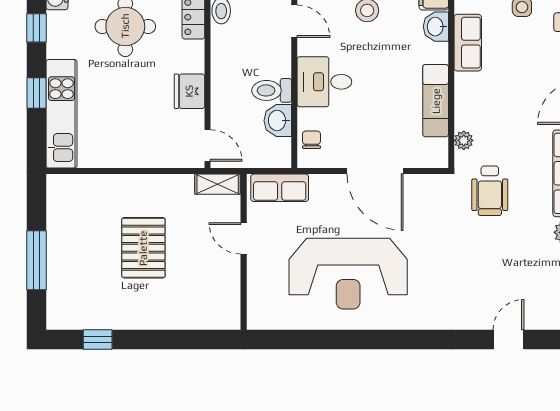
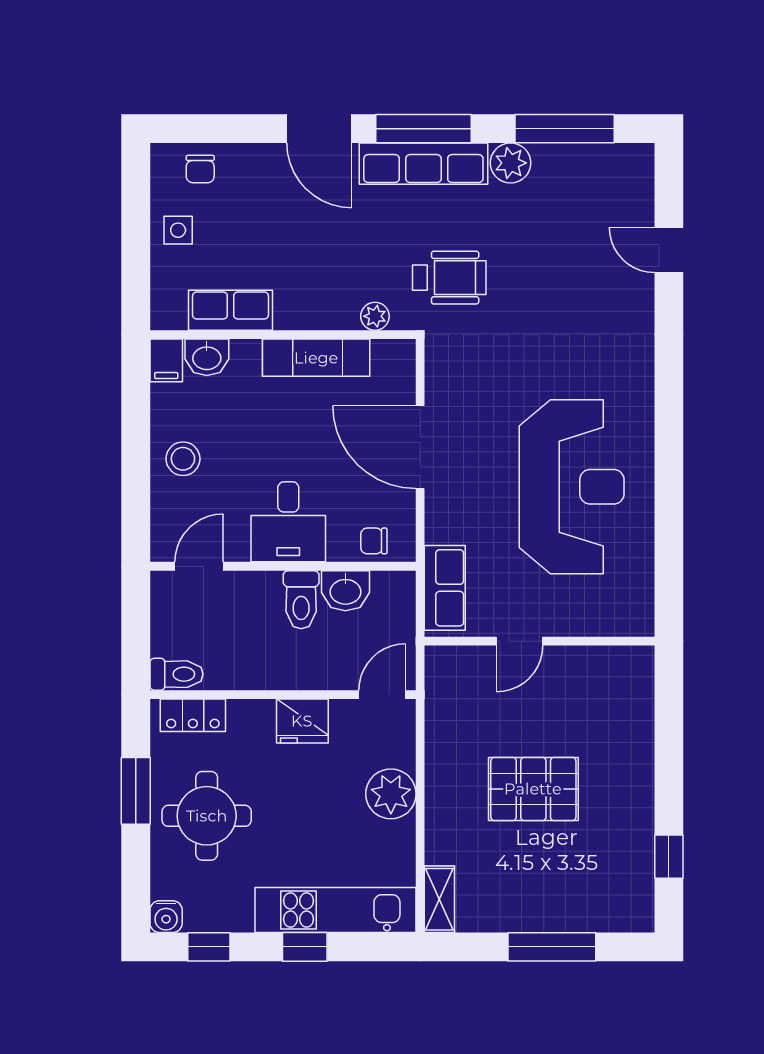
plant: (140, 151) -> (391, 794), added
door: (375, 171) -> (420, 447), swing flipped
shelving: (218, 184) -> (439, 899), moved

